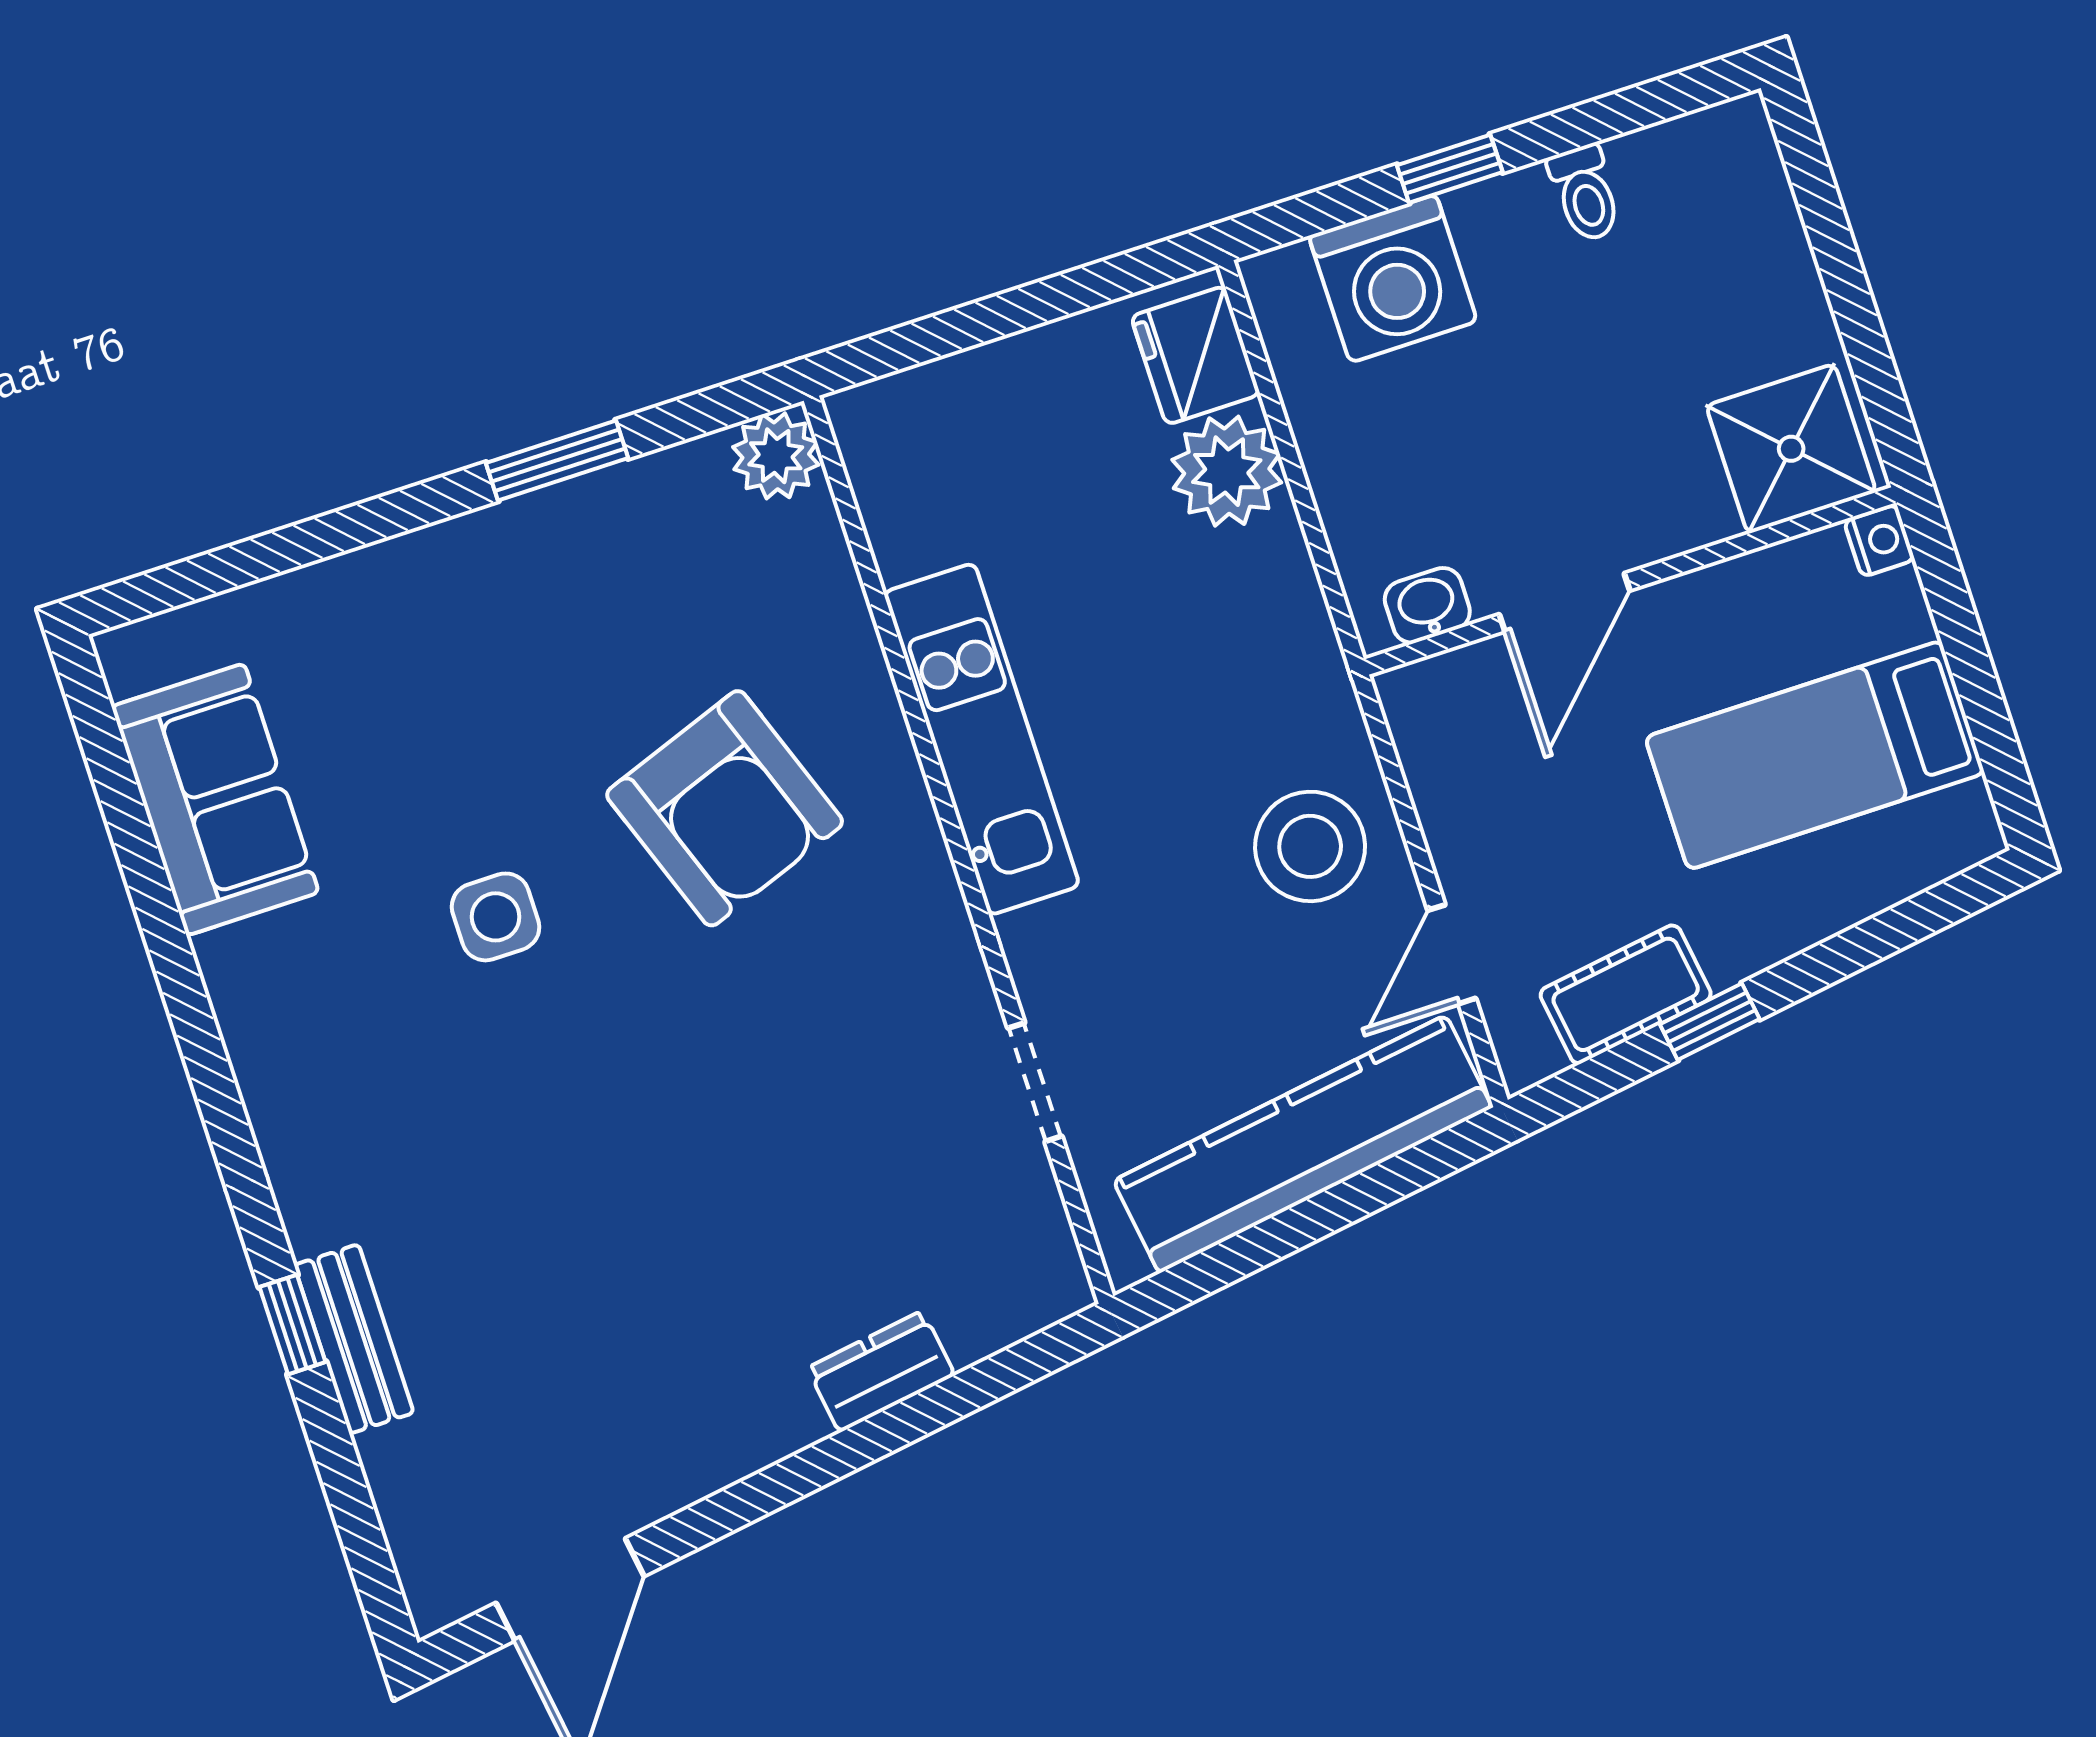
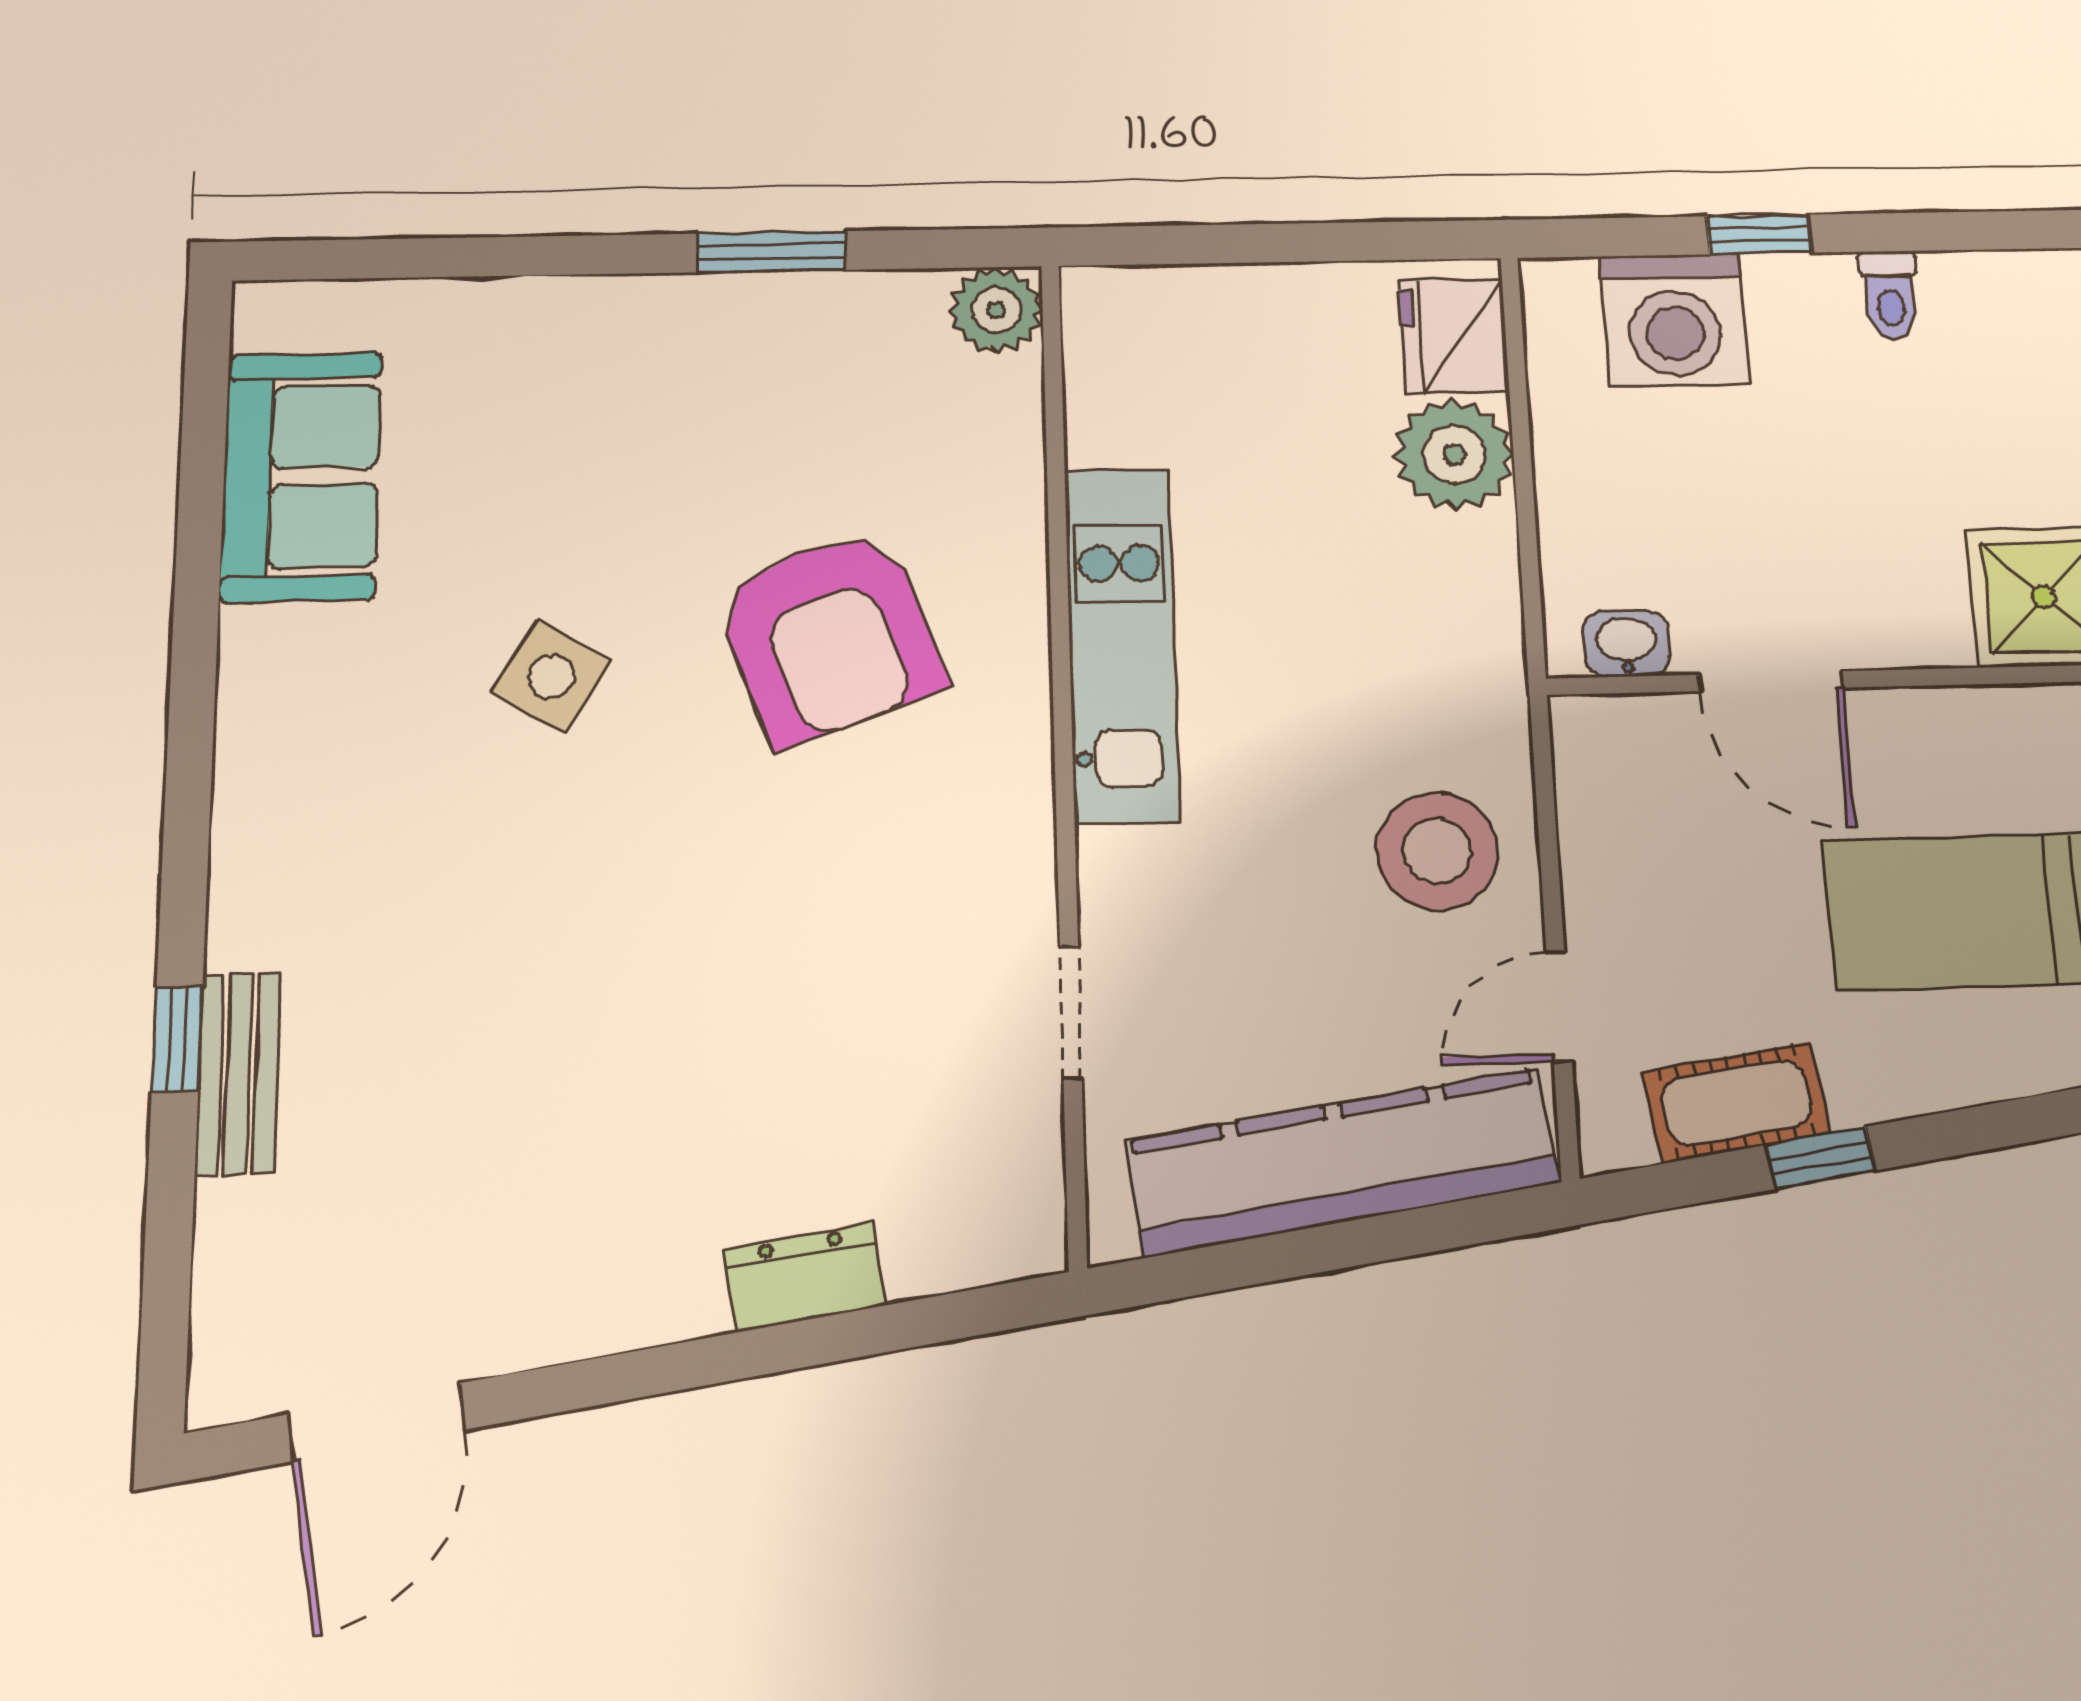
door: (1565, 602) -> (1771, 681), hinge flipped
side table: (496, 917) -> (551, 677), turned 31

